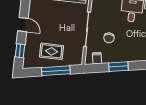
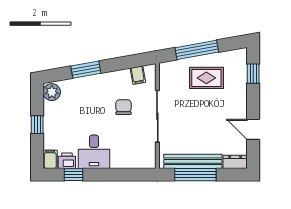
door: (23, 25) -> (253, 129), moved
window: (119, 67) -> (86, 70), moved

